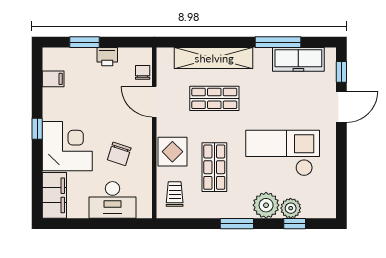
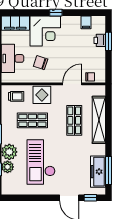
window: (278, 42) -> (109, 171), moved
printer: (107, 57) -> (100, 40), moved
checkout: (283, 153) -> (41, 162), turned 180

